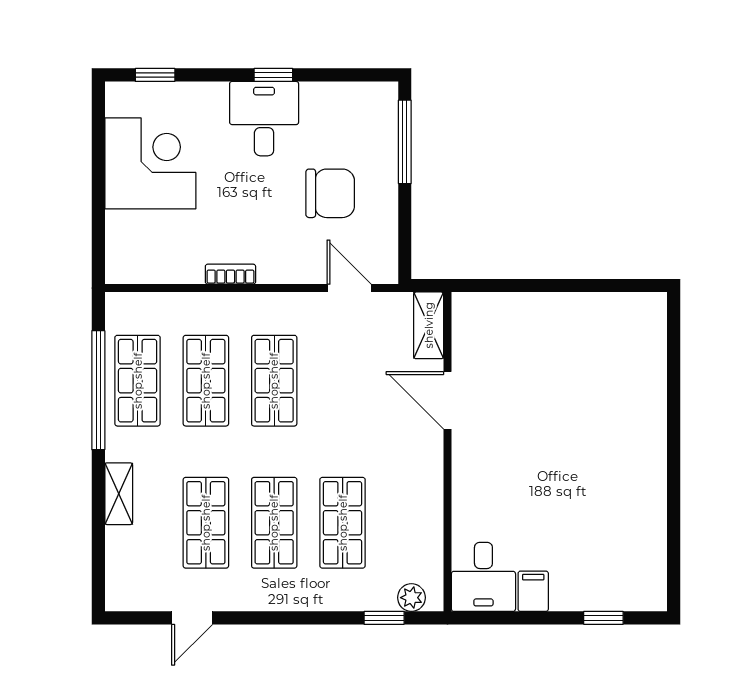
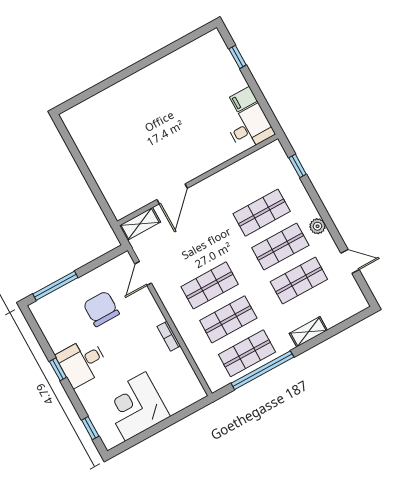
plant: (411, 598) -> (318, 226), moved

